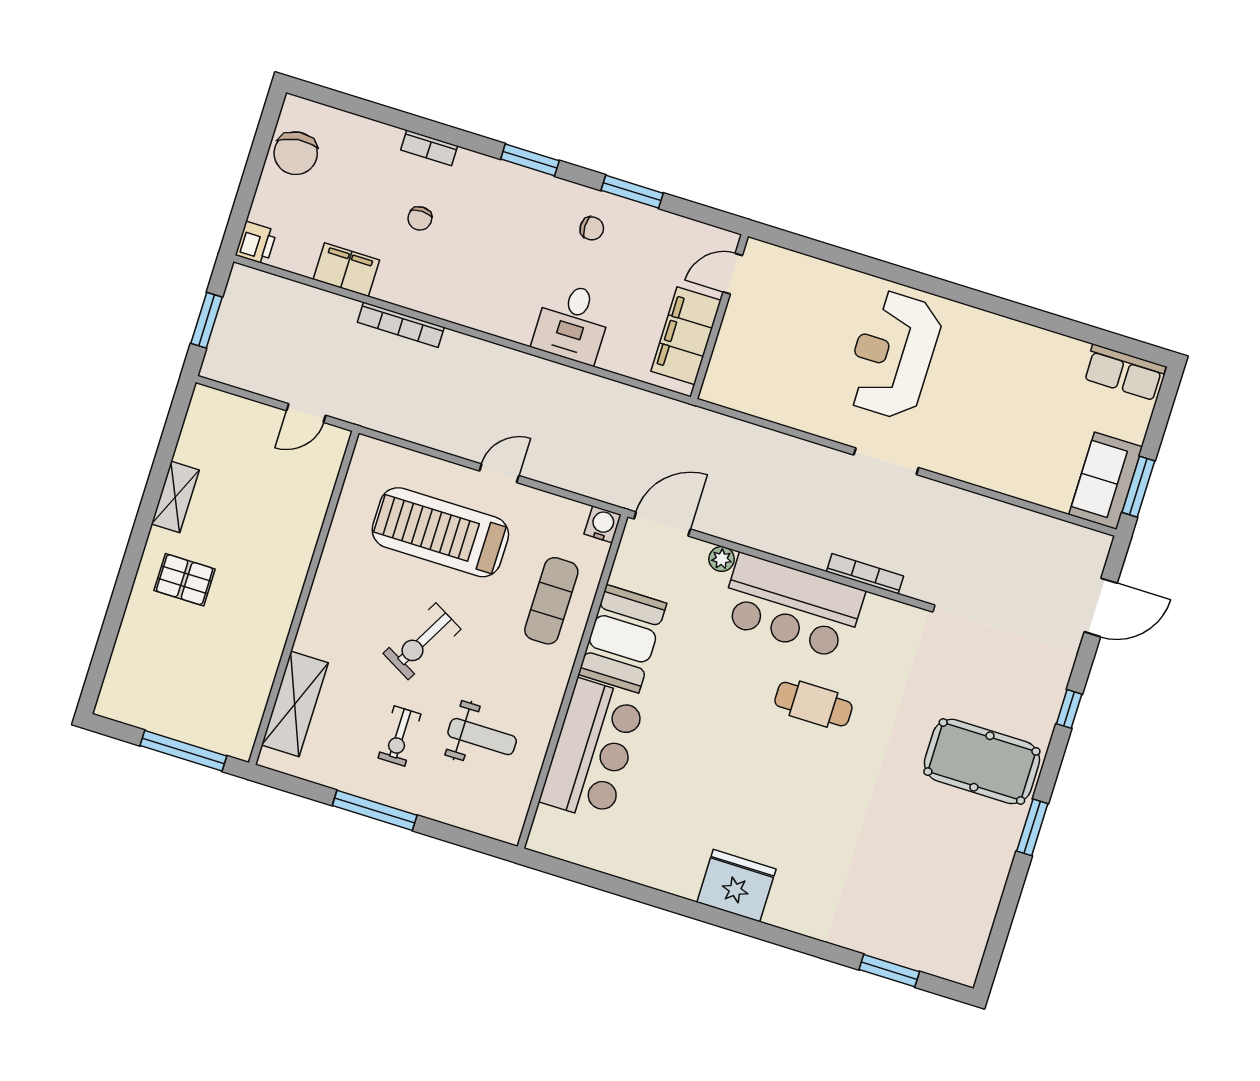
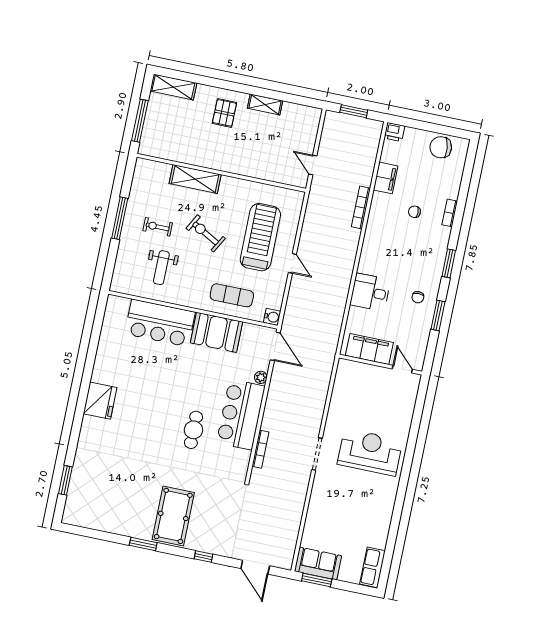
shelving: (122, 677) -> (173, 87), added
shelving: (295, 704) -> (195, 179), moved

